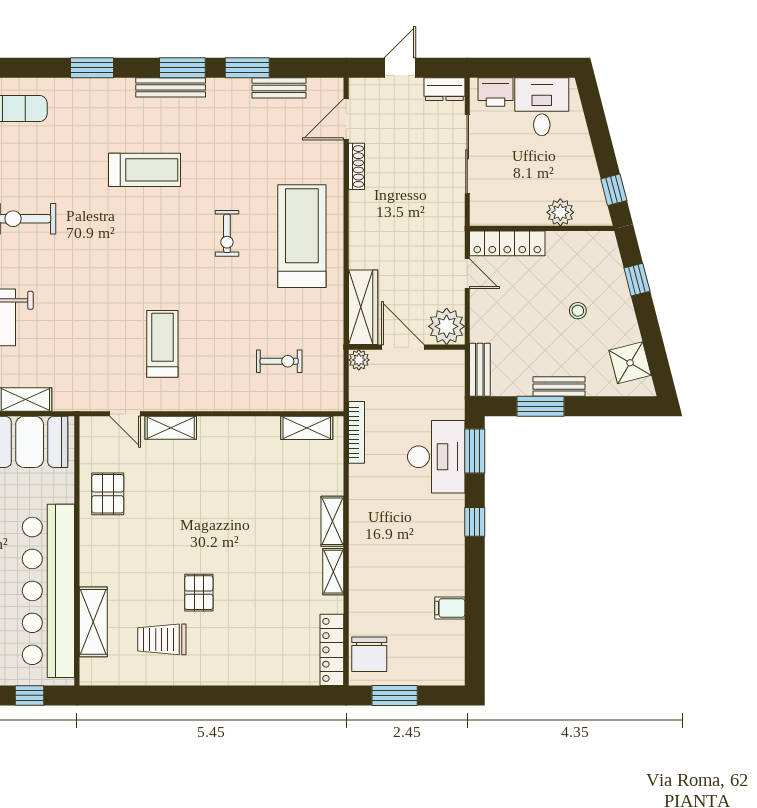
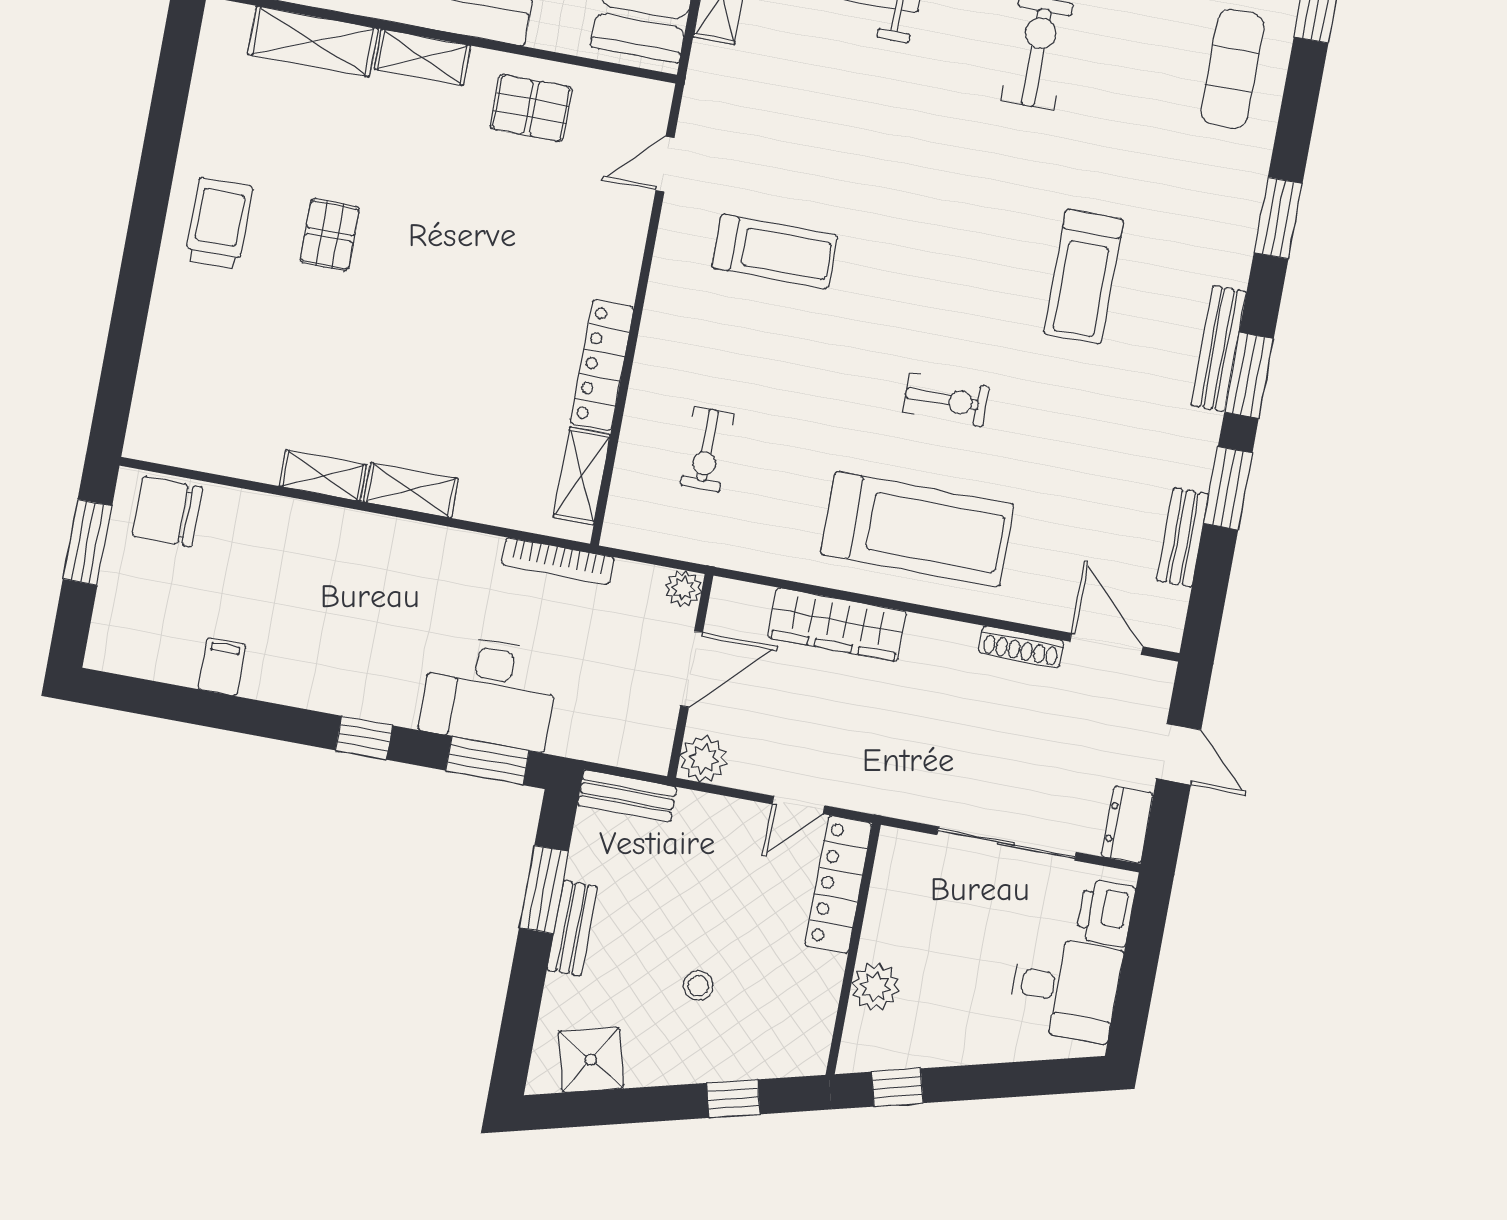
exercise bike: (227, 233) -> (946, 400), turned 180
wardrobe: (363, 307) -> (837, 625), moved
plant: (447, 326) -> (703, 759), width x0.73, depth x0.73
shelving: (171, 428) -> (423, 57), moved, turned 90
pallet: (199, 593) -> (330, 235), turned 90
trolley: (162, 639) -> (219, 223), moved
locker: (332, 650) -> (602, 365), moved, turned -90

